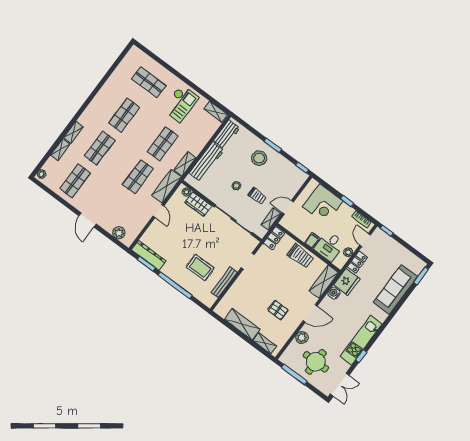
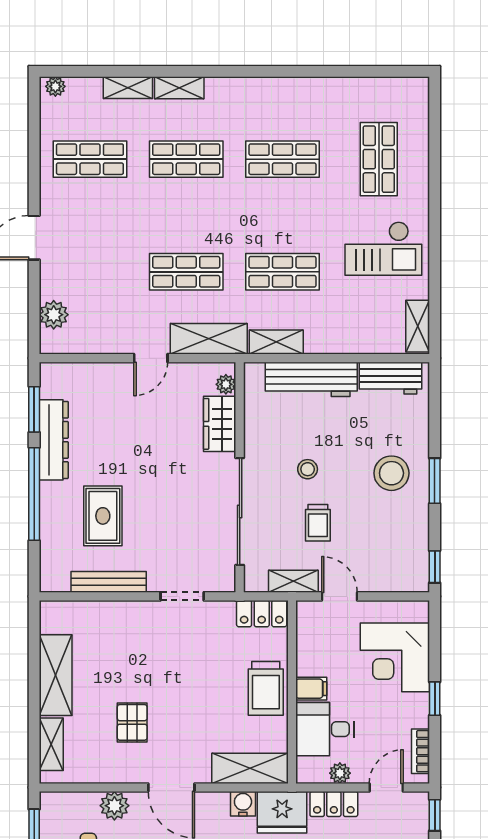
dresser: (149, 255) -> (54, 440), moved

